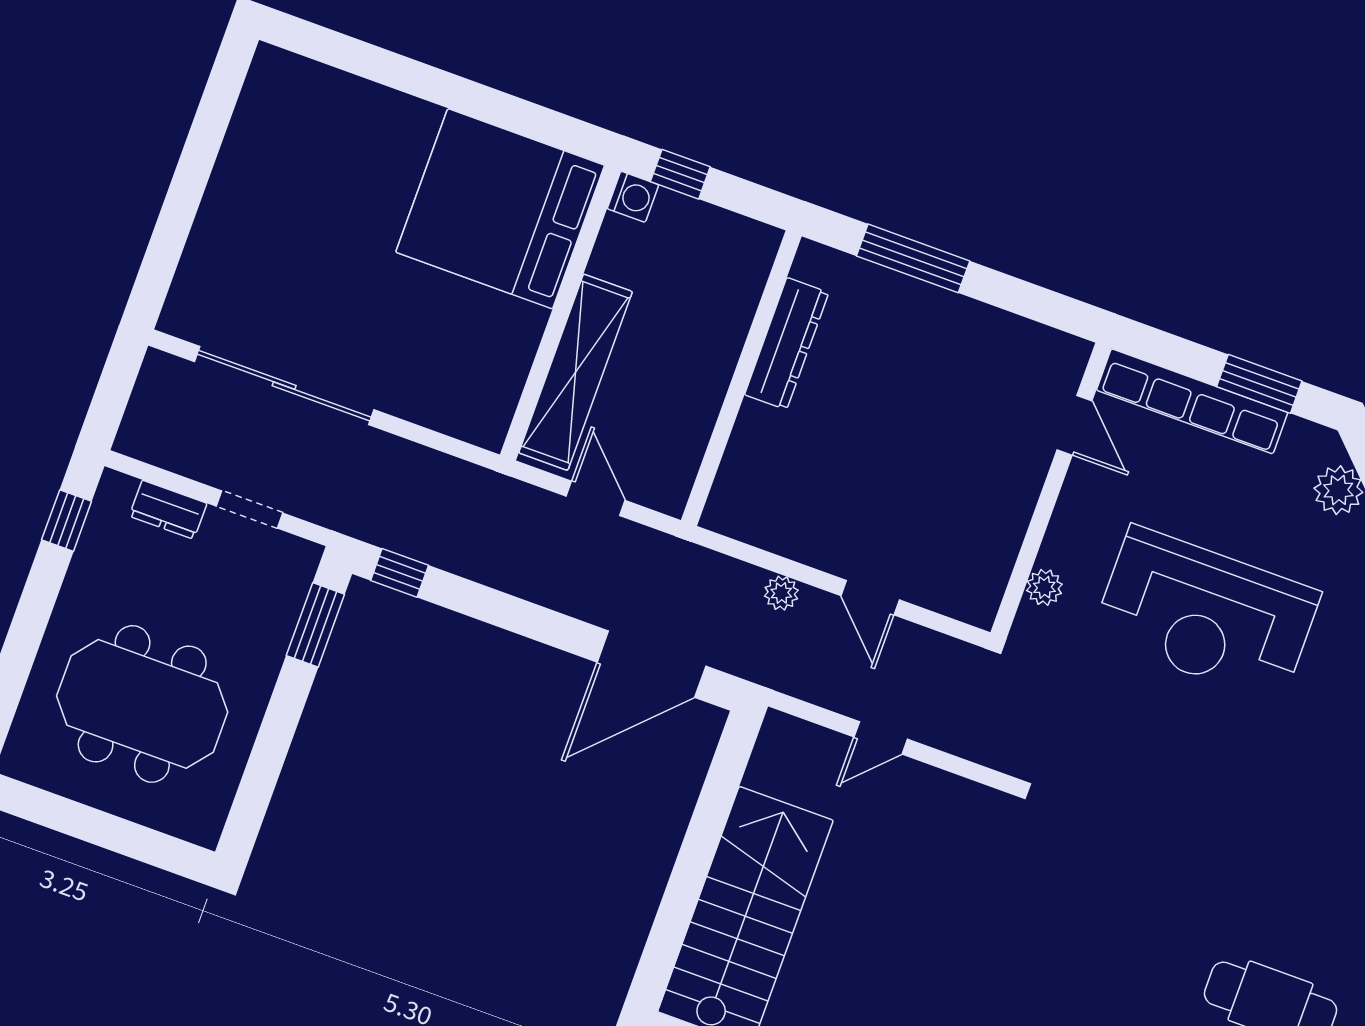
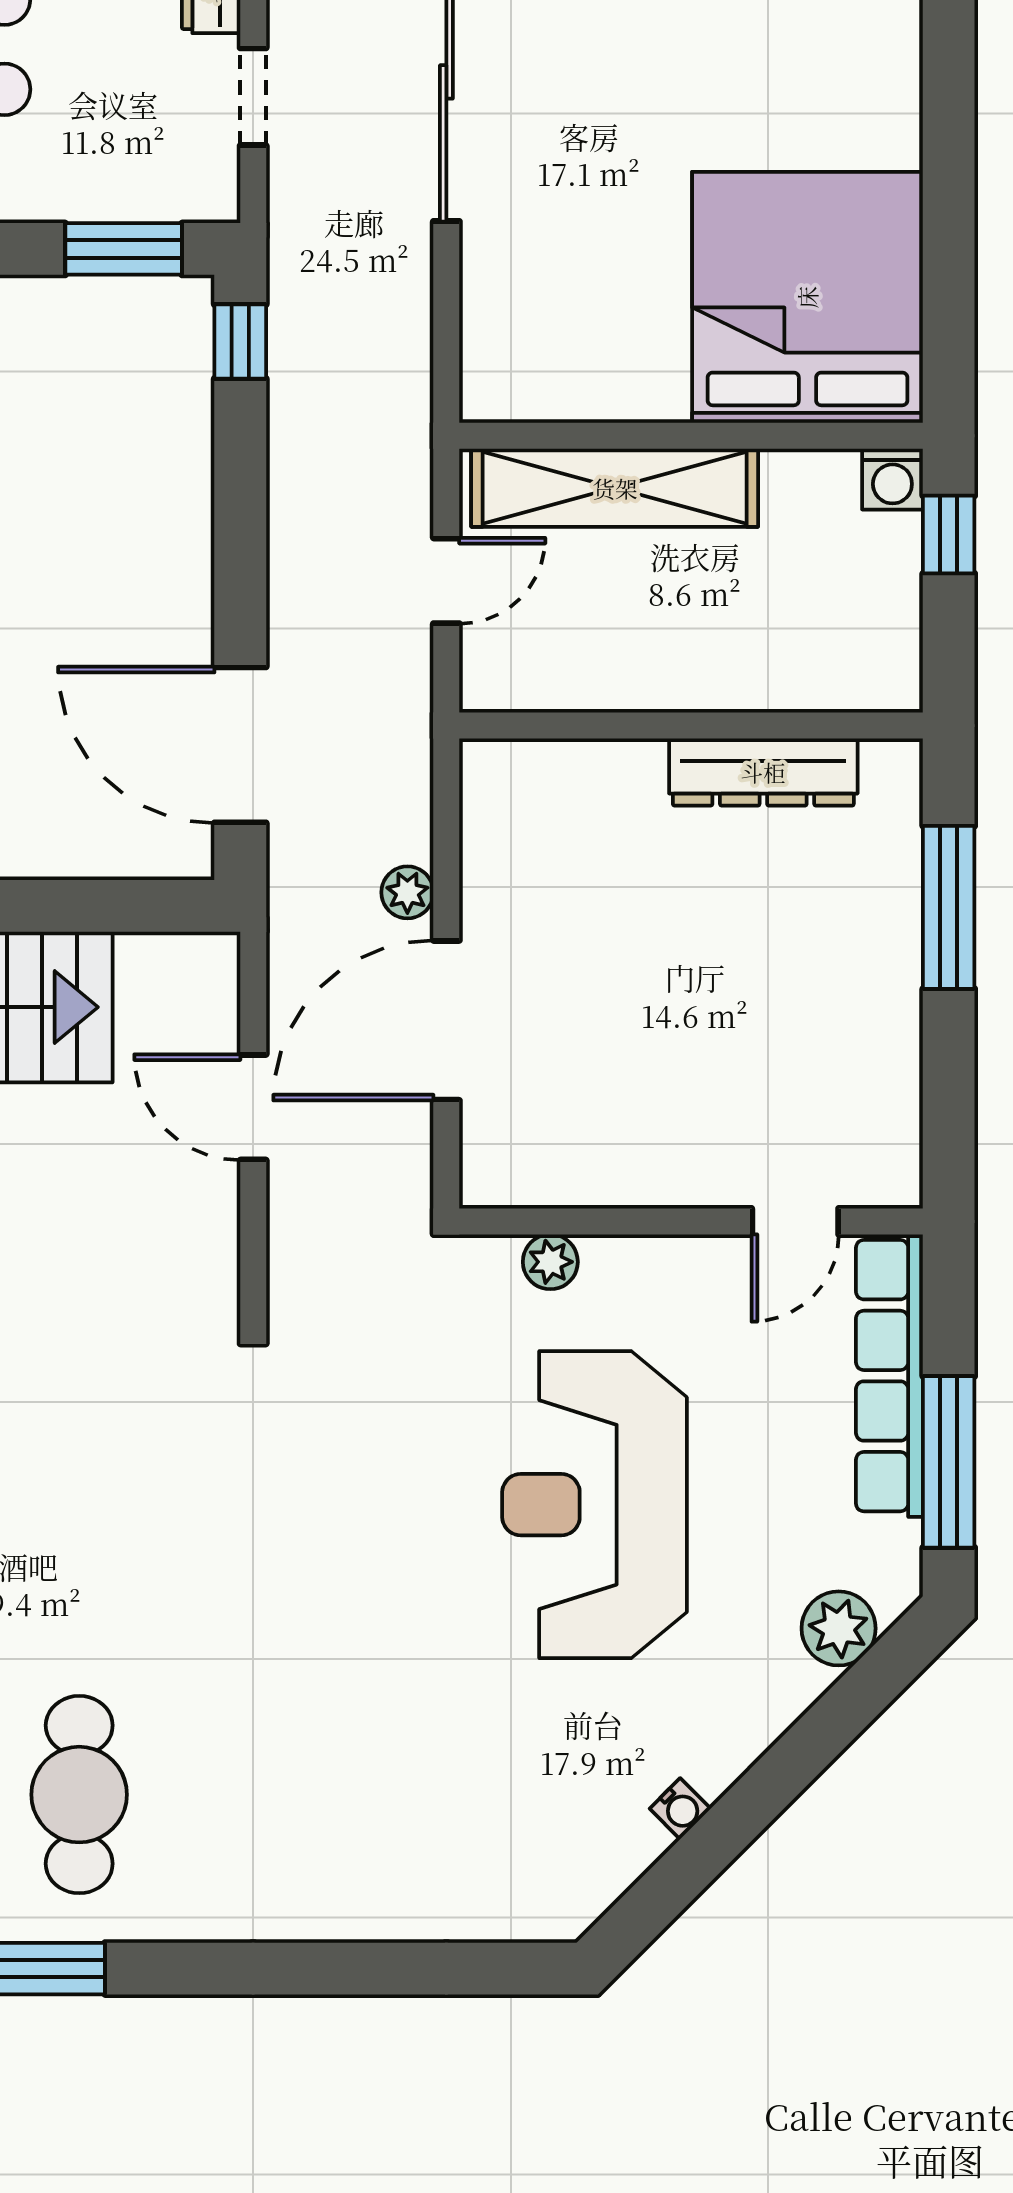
window: (1259, 384) -> (949, 1462), width x1.44
door: (870, 598) -> (446, 1020), width x1.88
door: (881, 738) -> (253, 1107), width x1.38

